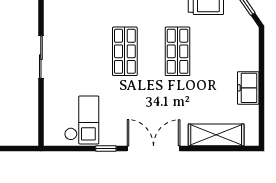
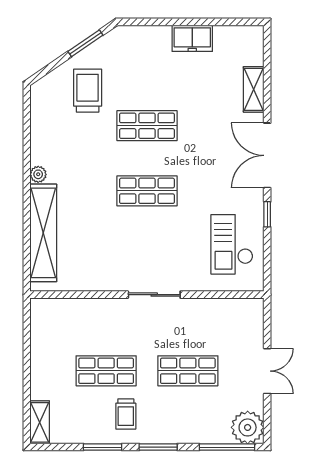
checkout: (82, 120) -> (232, 244), turned -90
shelving: (216, 135) -> (254, 89), width x0.67, depth x0.75

